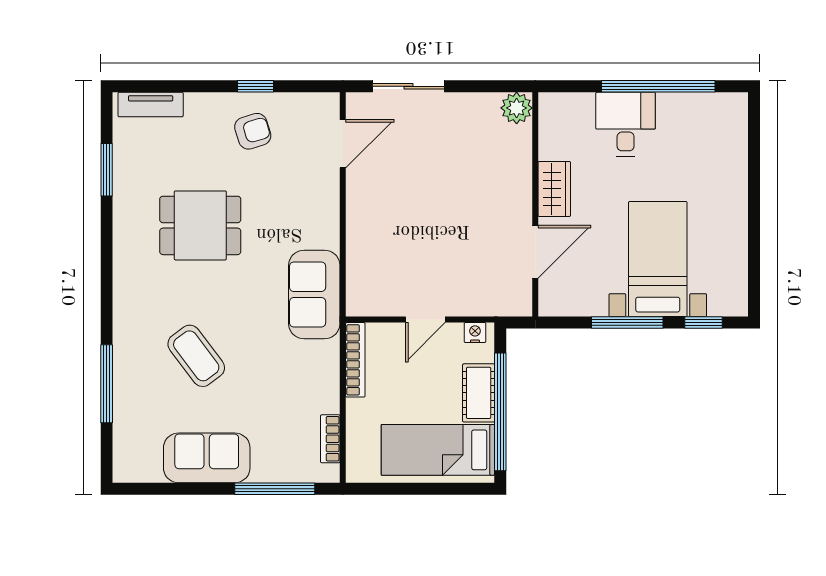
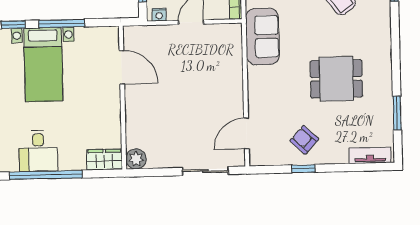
desk: (626, 124) -> (38, 151), moved
armchair: (253, 131) -> (304, 140), turned 60
wardrobe: (554, 189) -> (104, 160), moved, turned 90
door: (535, 252) -> (122, 67), swing flipped

